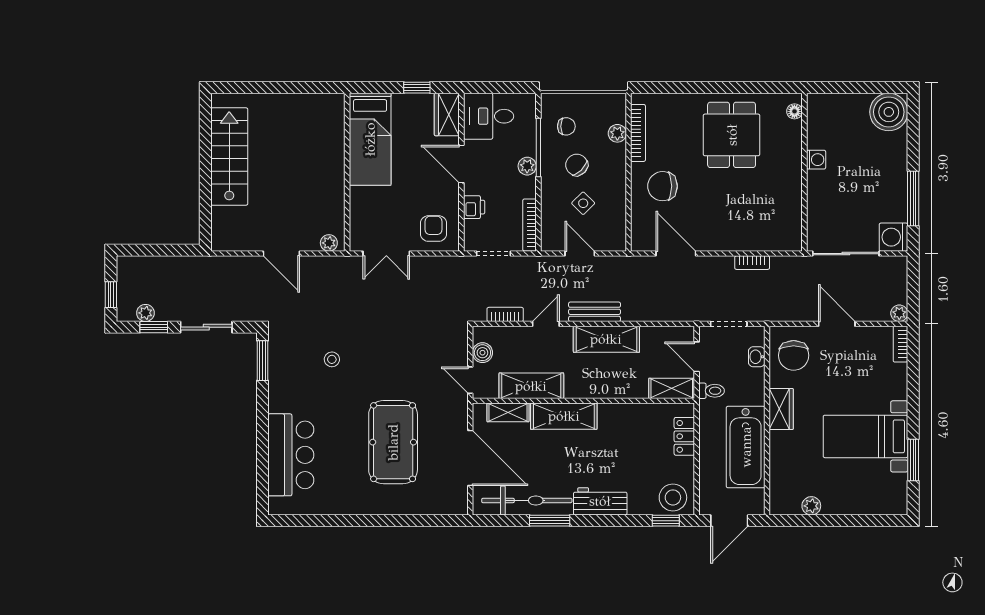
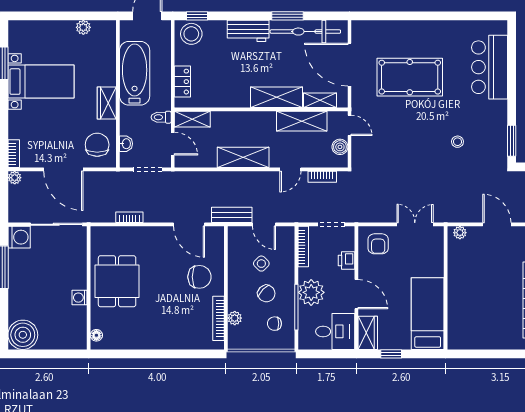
dining table: (732, 135) -> (117, 281), moved
plant: (527, 166) -> (311, 292), width x1.87, depth x1.87
bench: (595, 312) -> (232, 215), moved
door: (837, 324) -> (63, 169), width x1.36
pool table: (393, 442) -> (410, 77), turned 90

